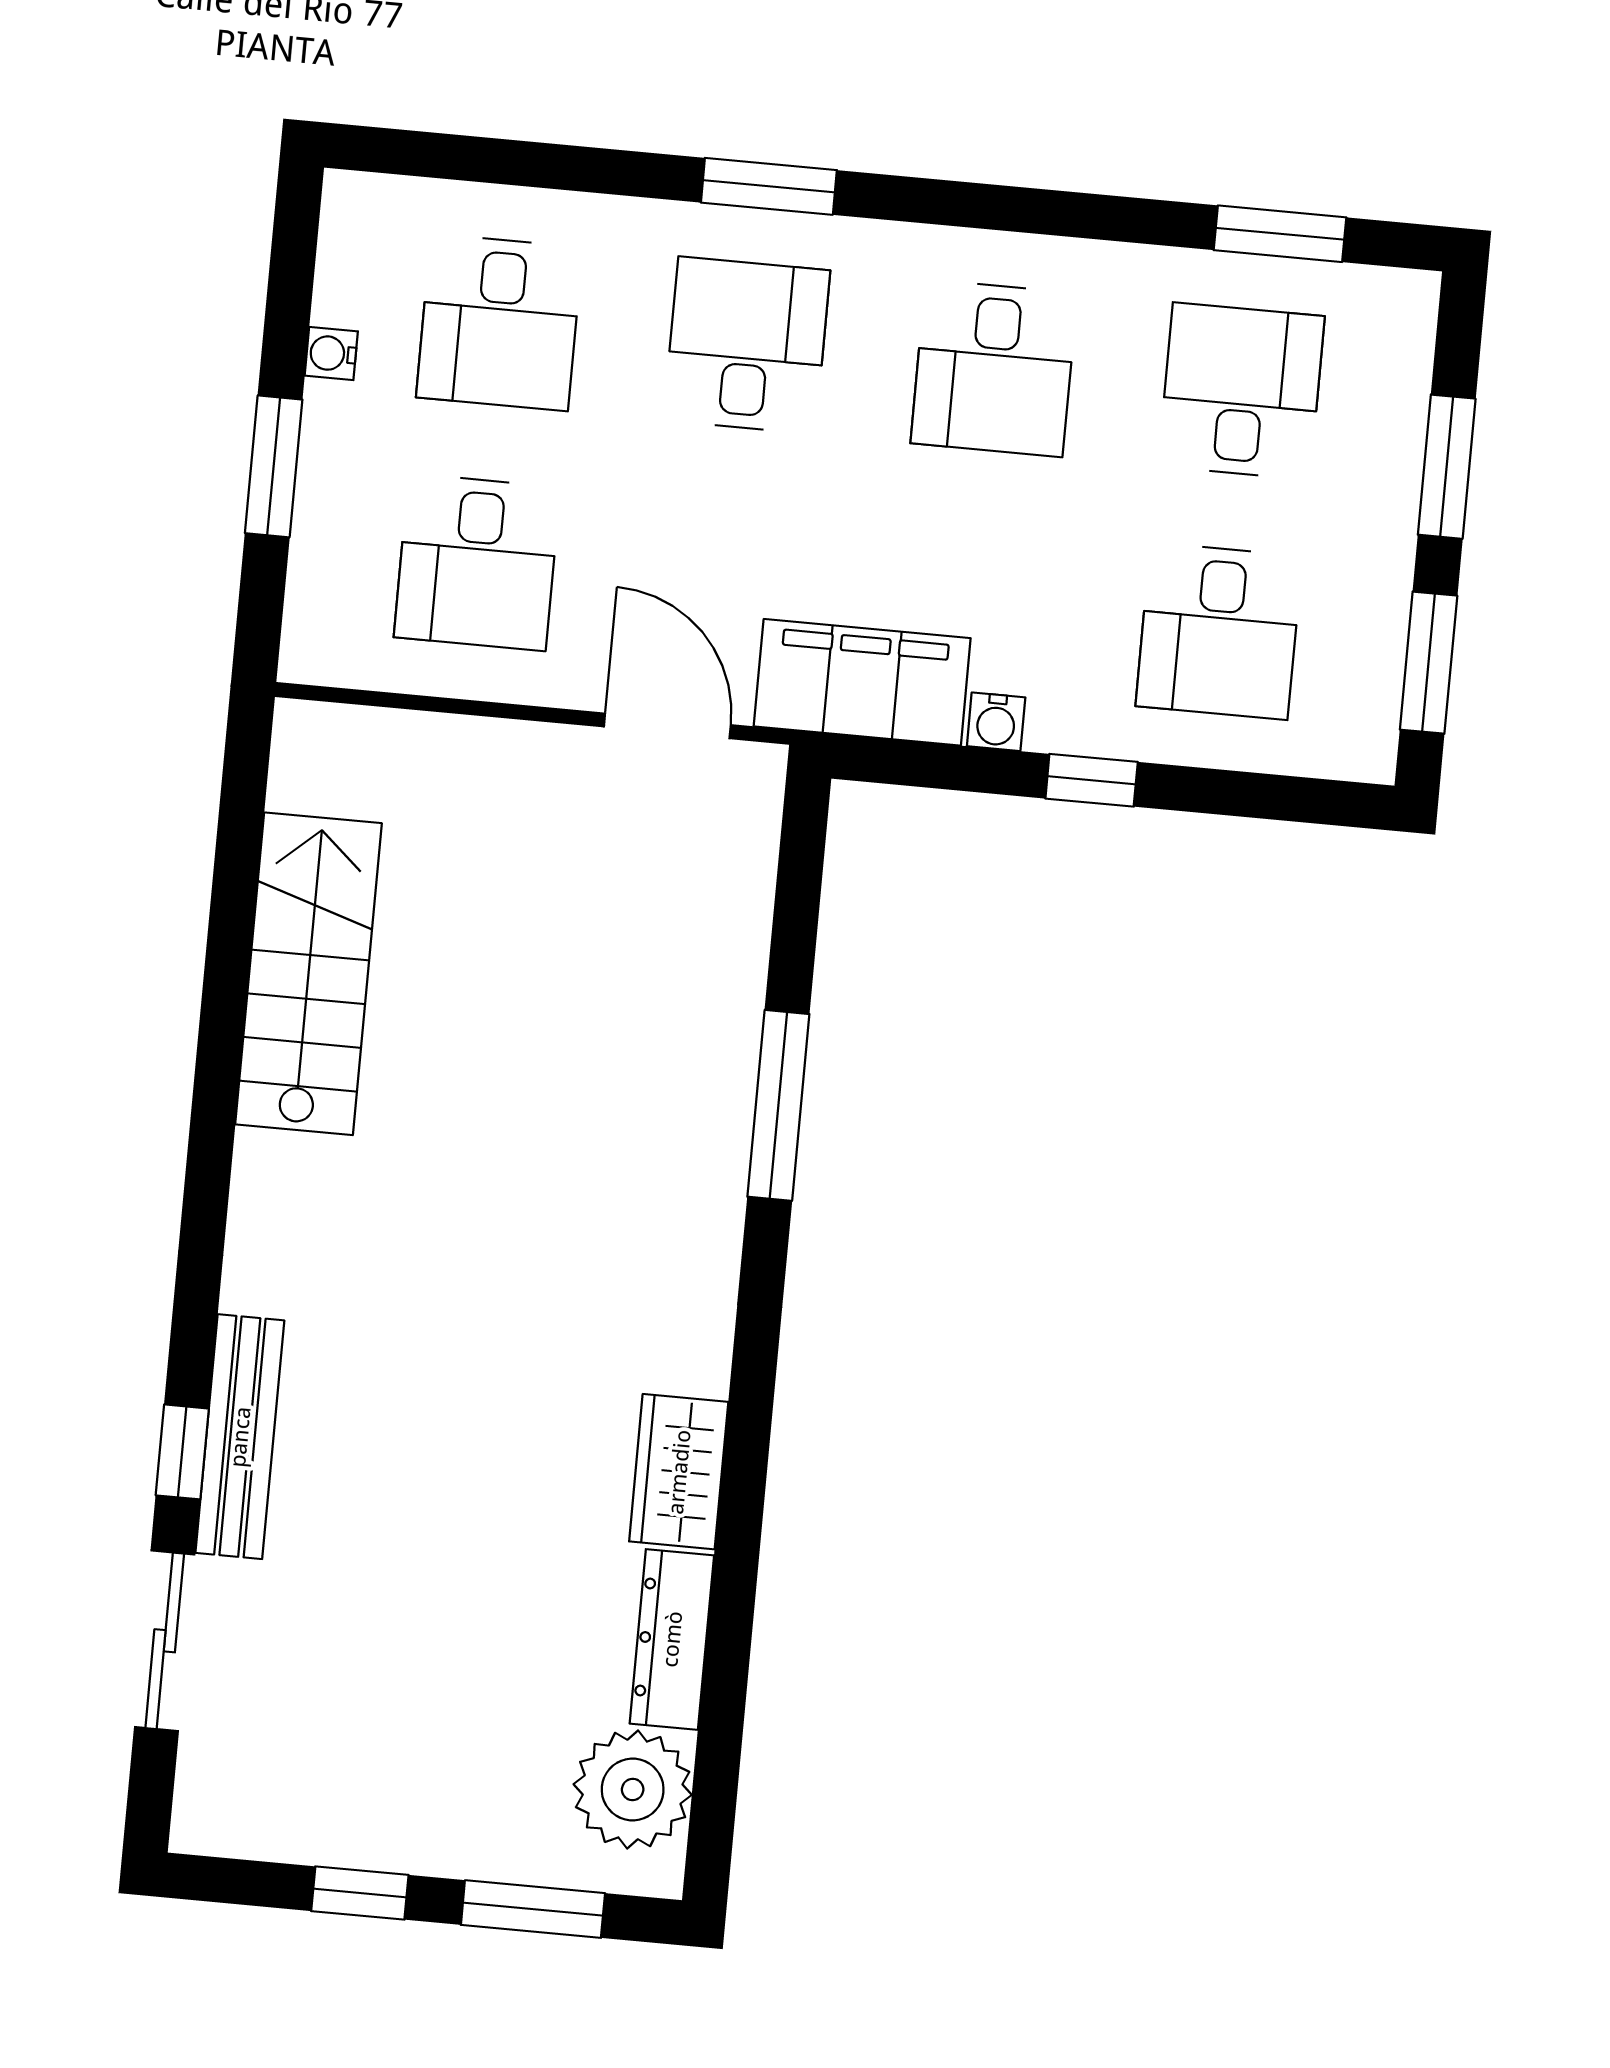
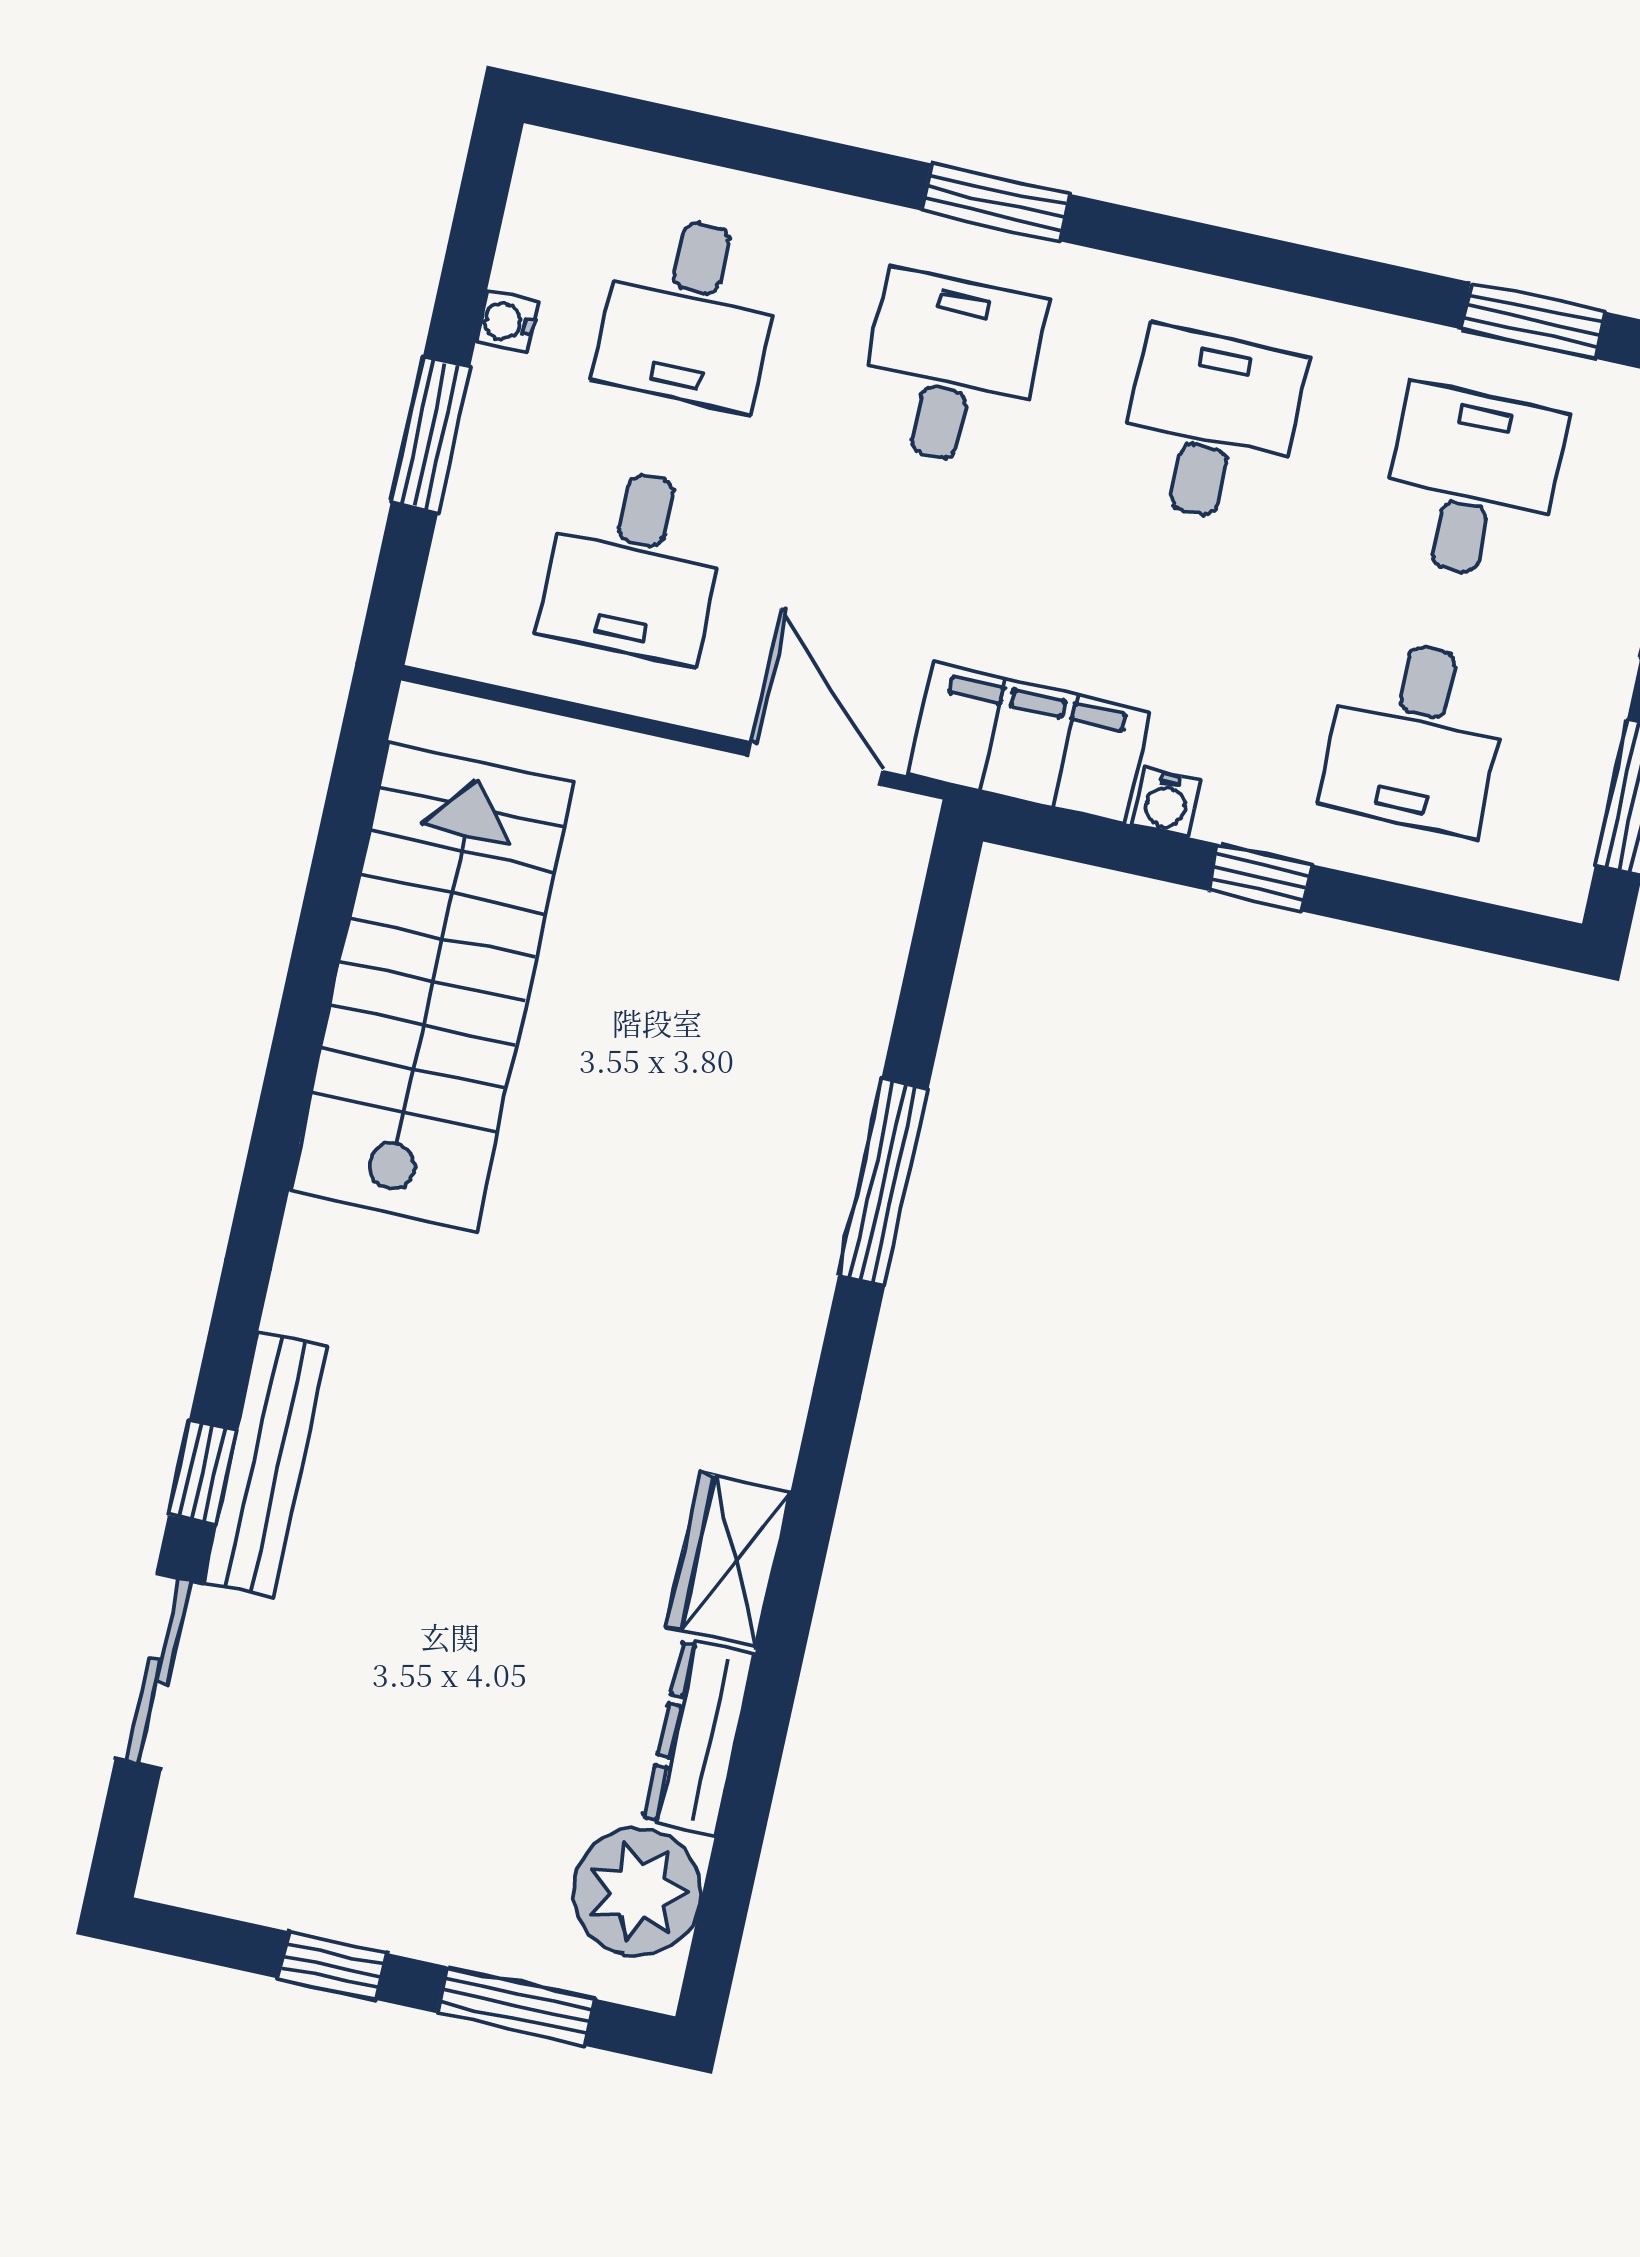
desk: (994, 368) -> (1211, 426), turned 180
stairs: (308, 974) -> (432, 987), width x1.36, depth x1.51

